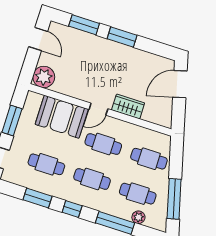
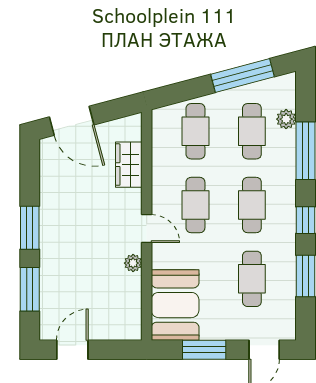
plant: (44, 77) -> (133, 263), moved, width x0.53, depth x0.53
wardrobe: (128, 107) -> (129, 165), moved
booth: (62, 117) -> (175, 305), moved

